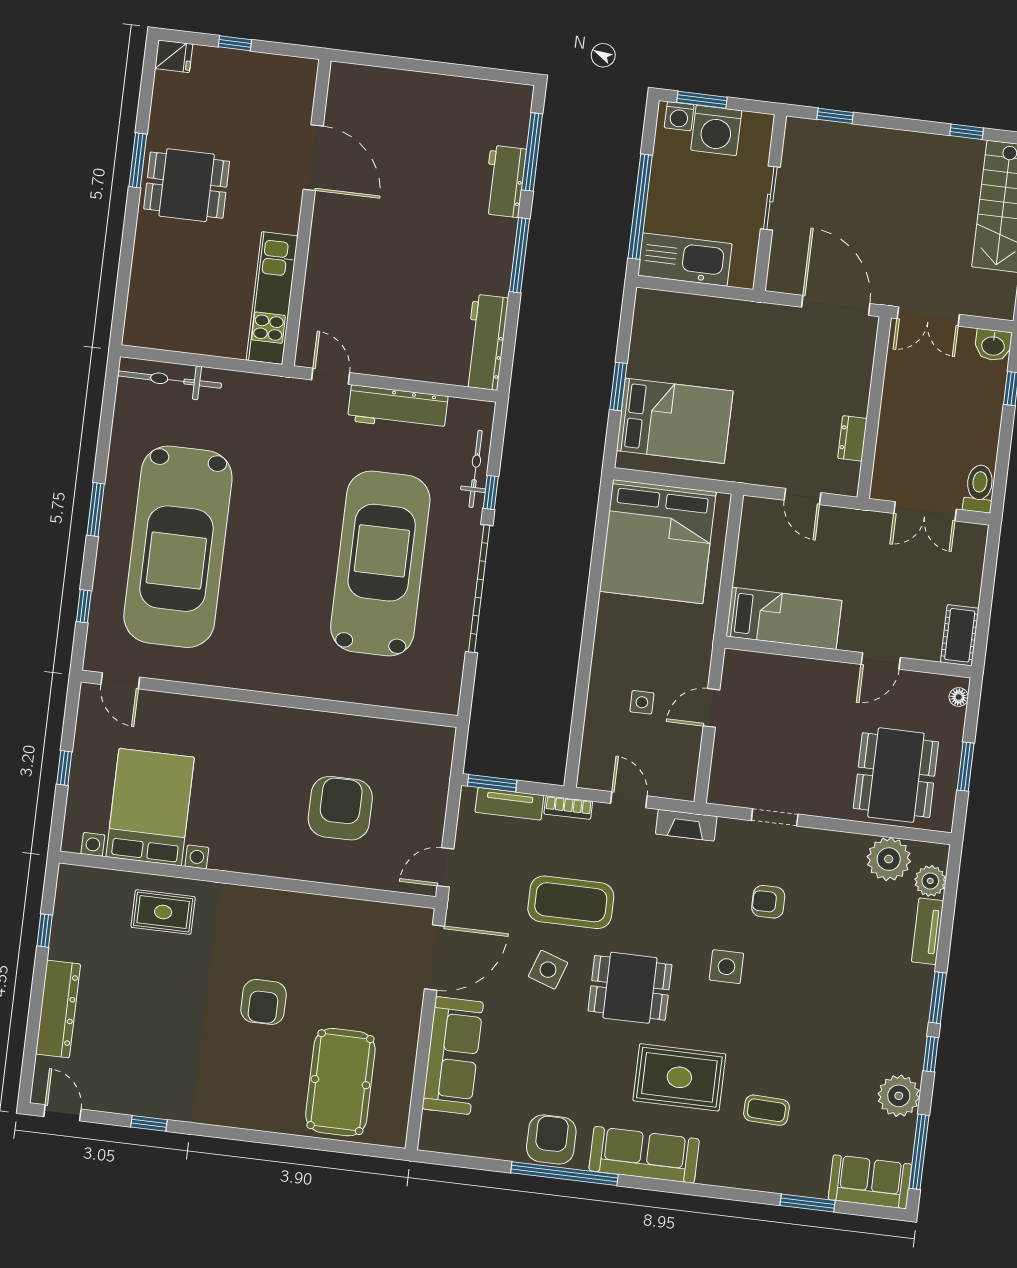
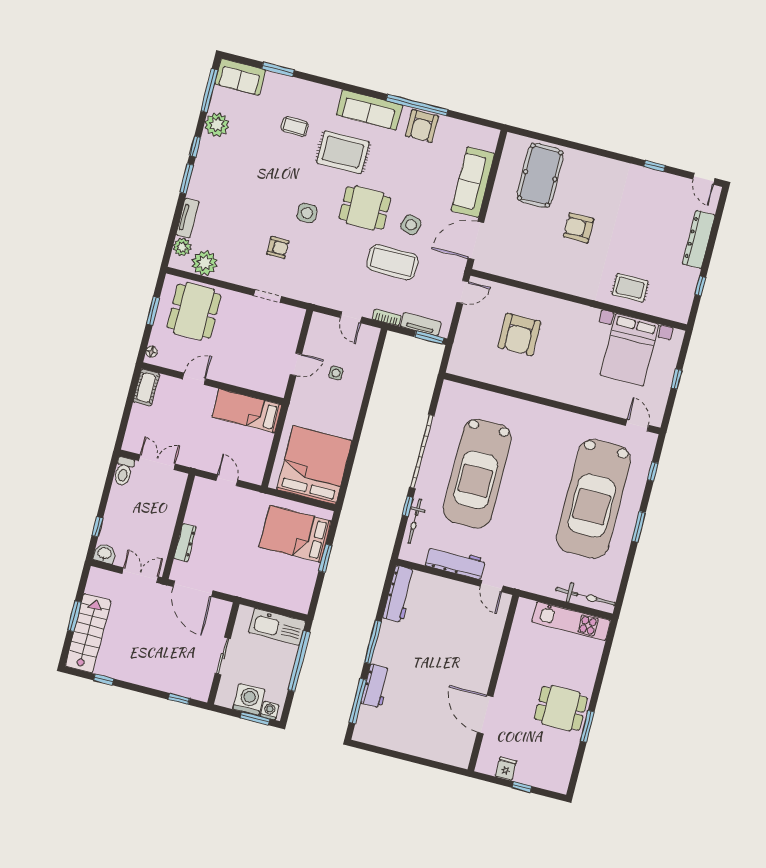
fridge: (174, 56) -> (506, 769), moved, turned 90
kitchen unit: (272, 298) -> (571, 621), moved, turned 90
dresser: (852, 438) -> (185, 543), moved, width x1.44
car: (178, 547) -> (594, 499), turned 180
fireplace: (686, 825) -> (320, 298), removed
armchair: (264, 1002) -> (579, 228), turned -90

